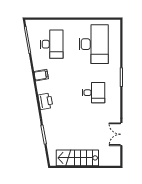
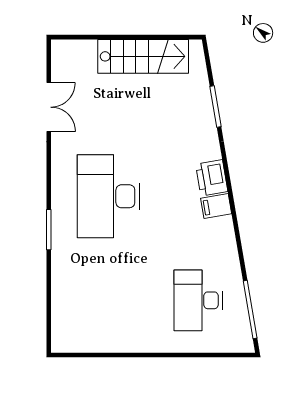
desk: (94, 44) -> (109, 300), removed
filing cabinet: (41, 75) -> (216, 206), moved
desk: (94, 93) -> (109, 196), width x1.87, depth x1.30

